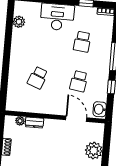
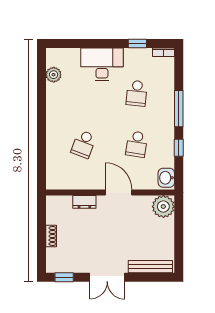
door: (76, 119) -> (119, 192), moved
plant: (20, 121) -> (66, 201), removed
plant: (94, 151) -> (163, 207), moved

